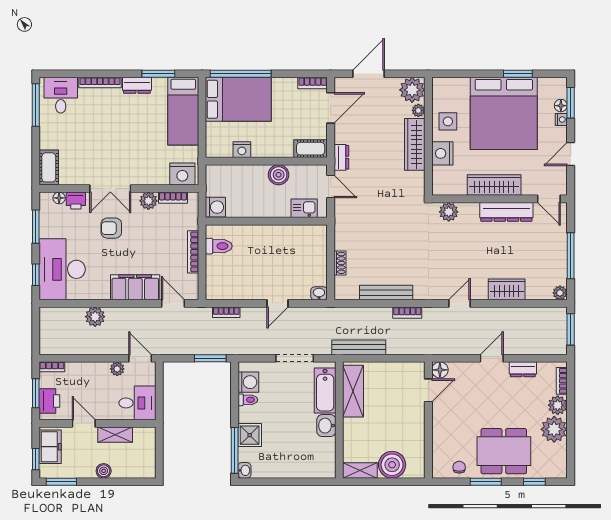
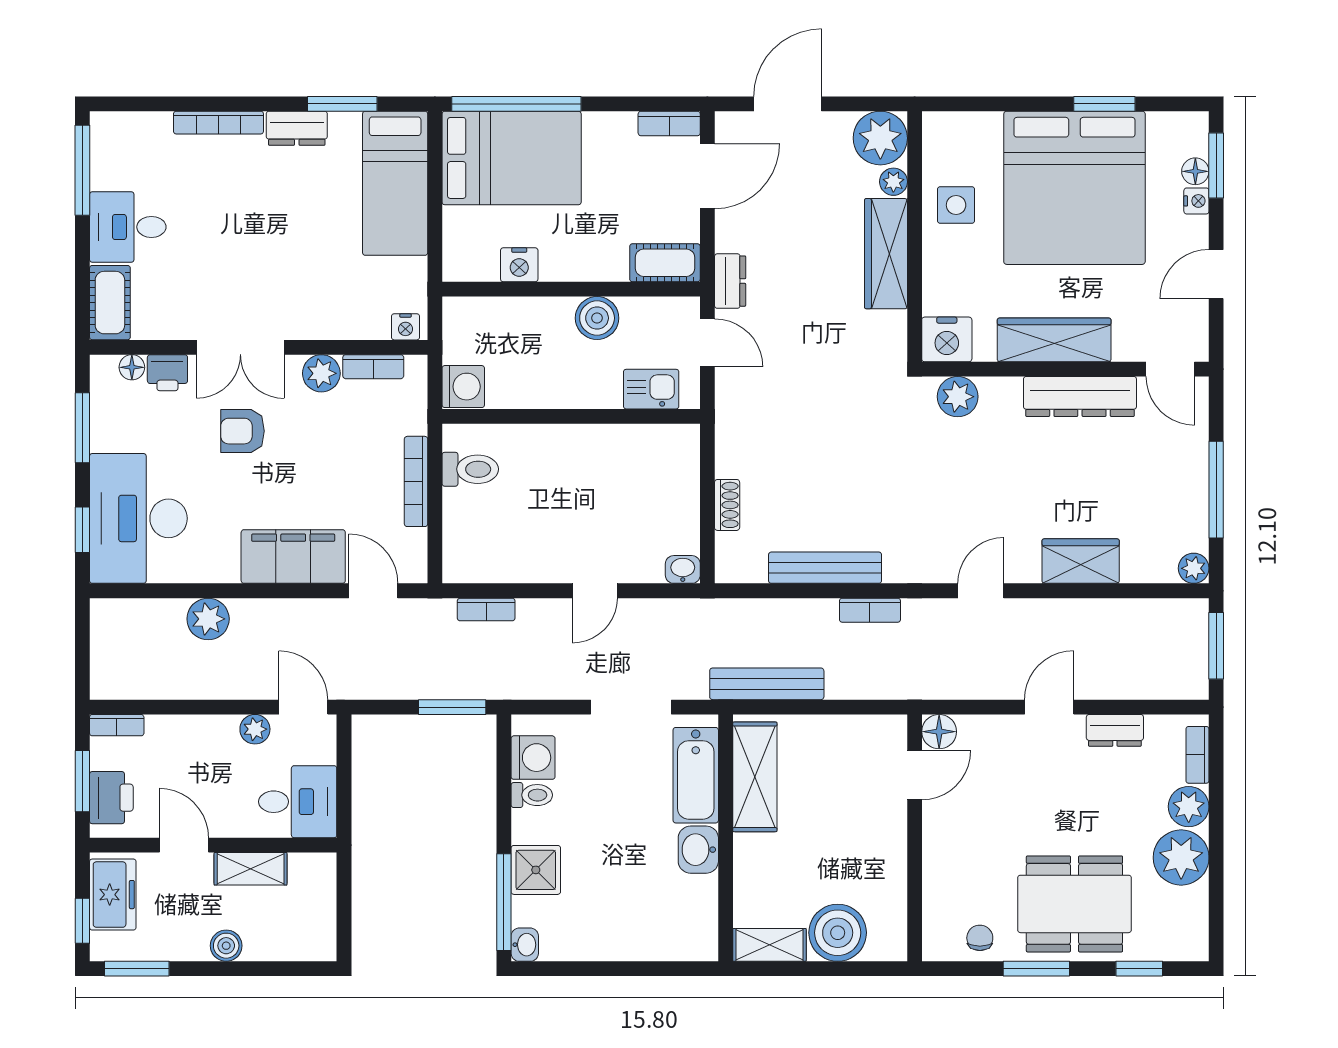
desk: (61, 95) -> (128, 227), moved, turned -90
nightstand: (442, 153) -> (947, 339), moved, turned -90
nightstand: (182, 174) -> (405, 327), width x0.53, depth x0.56

